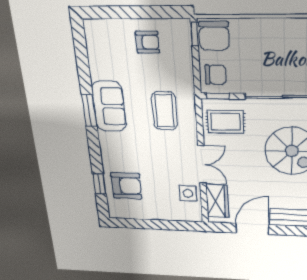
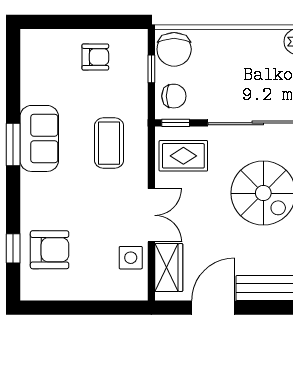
window: (194, 34) -> (151, 69), moved

